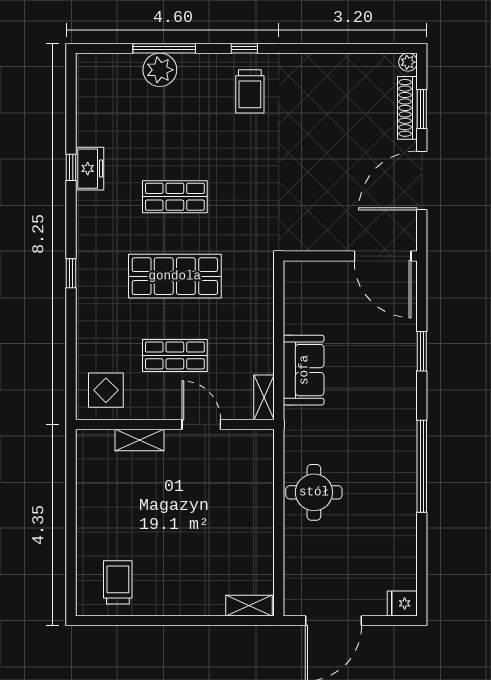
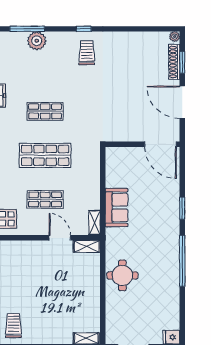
window: (164, 48) -> (27, 29), moved
trolley: (250, 91) -> (87, 53), turned 180
door: (422, 181) -> (182, 102), hinge flipped
window: (422, 351) -> (182, 208), moved
shelving: (139, 440) -> (87, 246), moved

